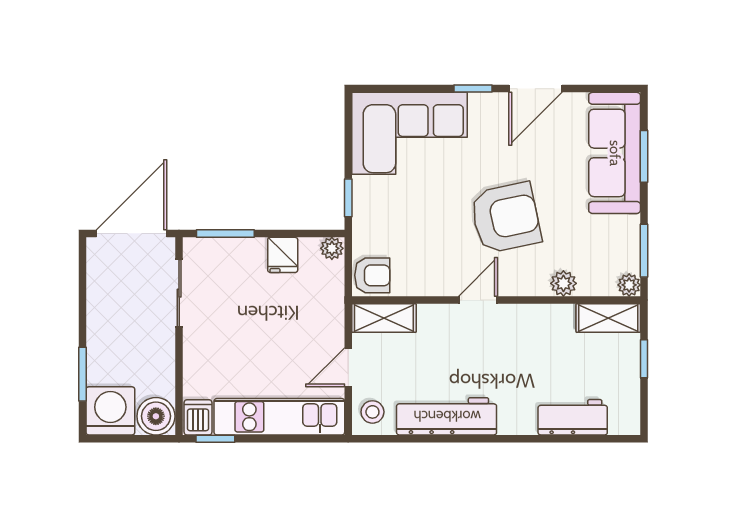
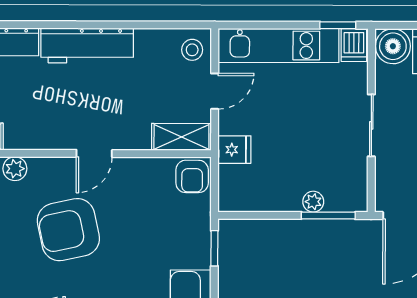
plant: (332, 248) -> (313, 202), moved
fridge: (283, 255) -> (234, 150), moved, turned 90
armchair: (372, 275) -> (192, 176), turned -90
sliding door: (179, 293) -> (371, 125), moved
workbench: (447, 416) -> (87, 46), moved

